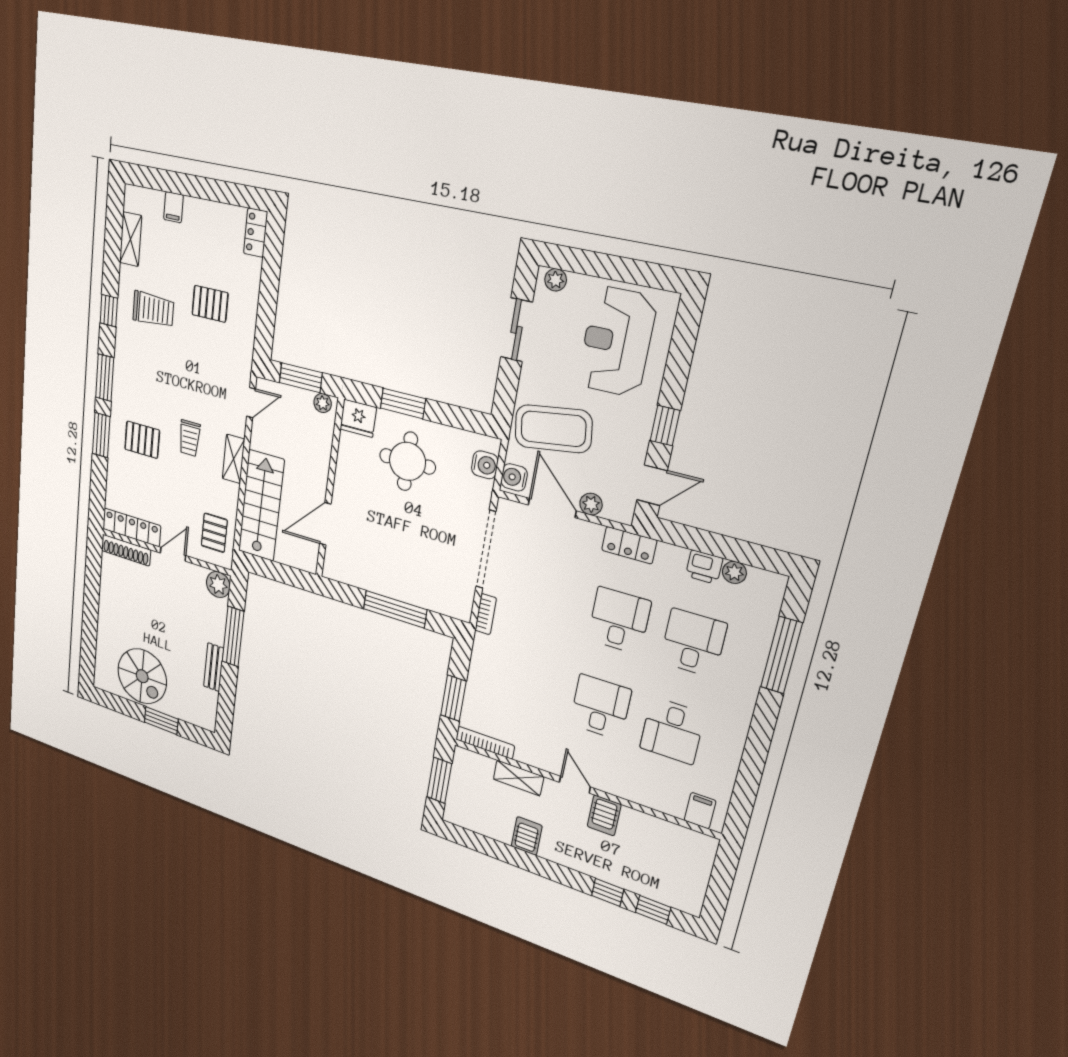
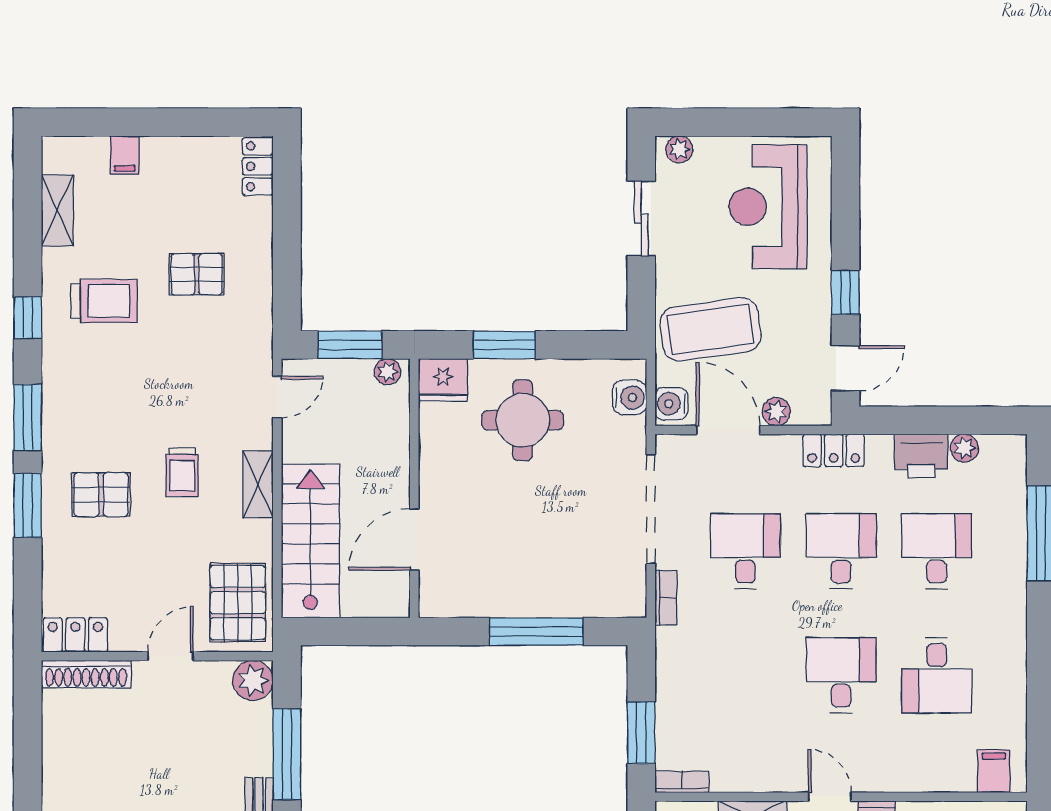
locker: (132, 527) -> (75, 635), width x0.66
pallet: (214, 533) -> (238, 603), width x1.50, depth x1.42
printer: (704, 567) -> (921, 456), width x1.36, depth x1.24
desk: (548, 599) -> (745, 551), added
bookcase: (485, 743) -> (682, 782), width x0.64

